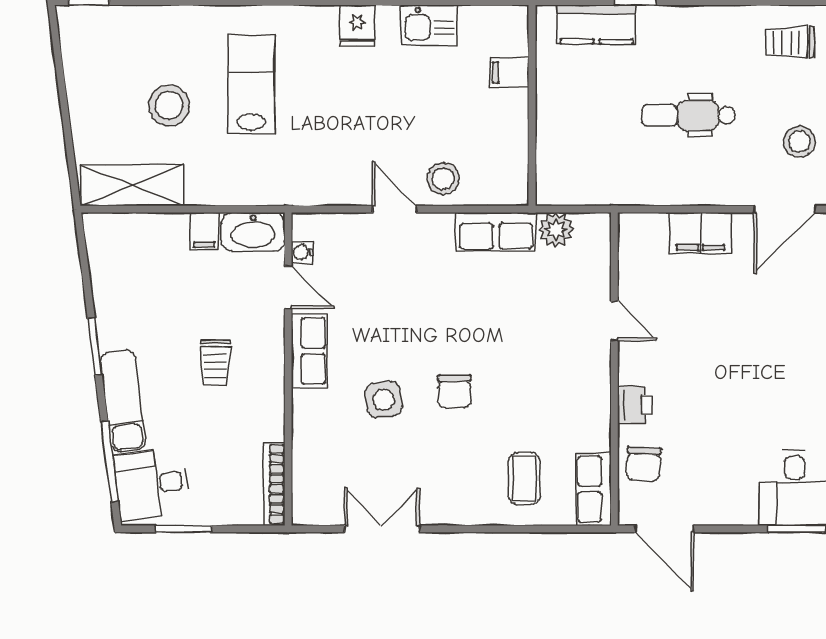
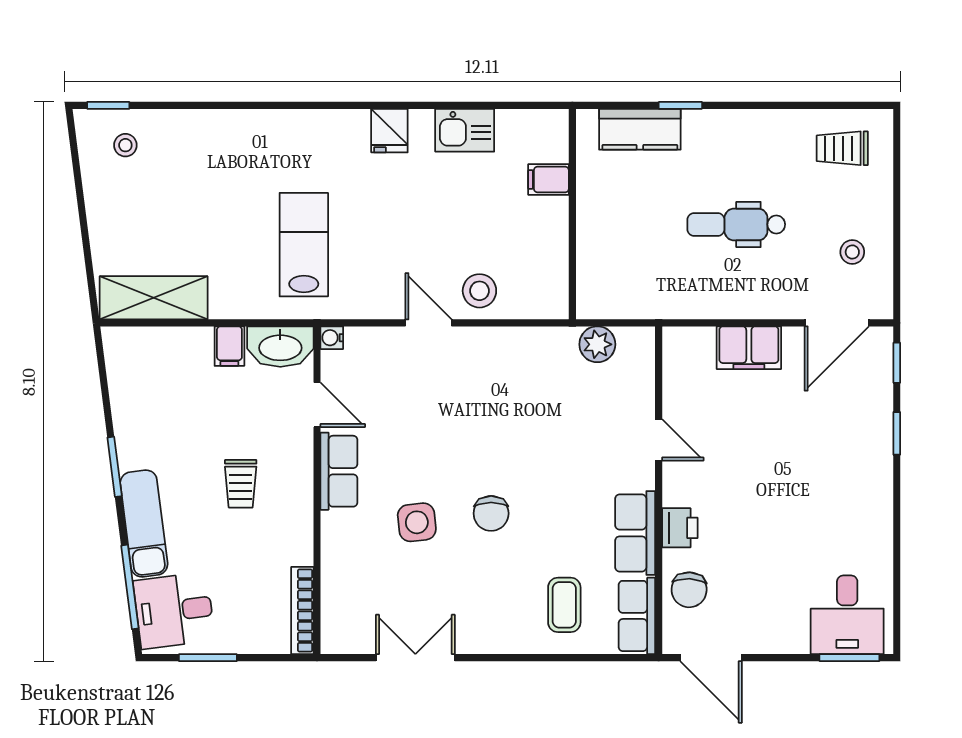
lab bench: (251, 84) -> (304, 245), moved
stool: (169, 105) -> (125, 145), moved, width x0.53, depth x0.53
stool: (799, 142) -> (852, 252), width x0.73, depth x0.73
row of seats: (496, 232) -> (635, 533), moved, turned 90
water cooler: (302, 252) -> (332, 338), moved

